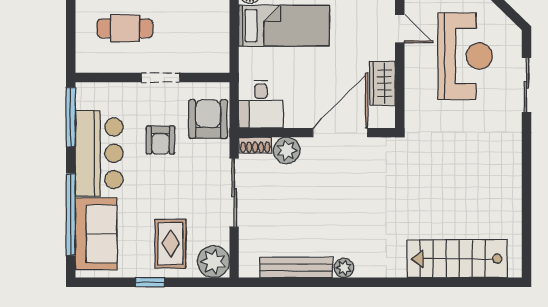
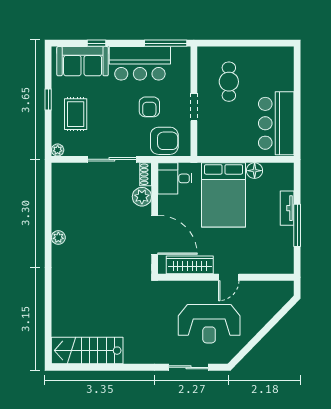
bed: (284, 26) -> (223, 195), width x1.50
wardrobe: (382, 83) -> (190, 265), width x1.50
armchair: (160, 140) -> (149, 107), turned -90
window: (71, 214) -> (96, 43), width x0.32
rug: (171, 244) -> (76, 114), turned 90
stairs: (457, 259) -> (87, 351), moved, turned -90
plant: (213, 262) -> (58, 150), width x0.53, depth x0.53
bench: (296, 267) -> (59, 203), removed

